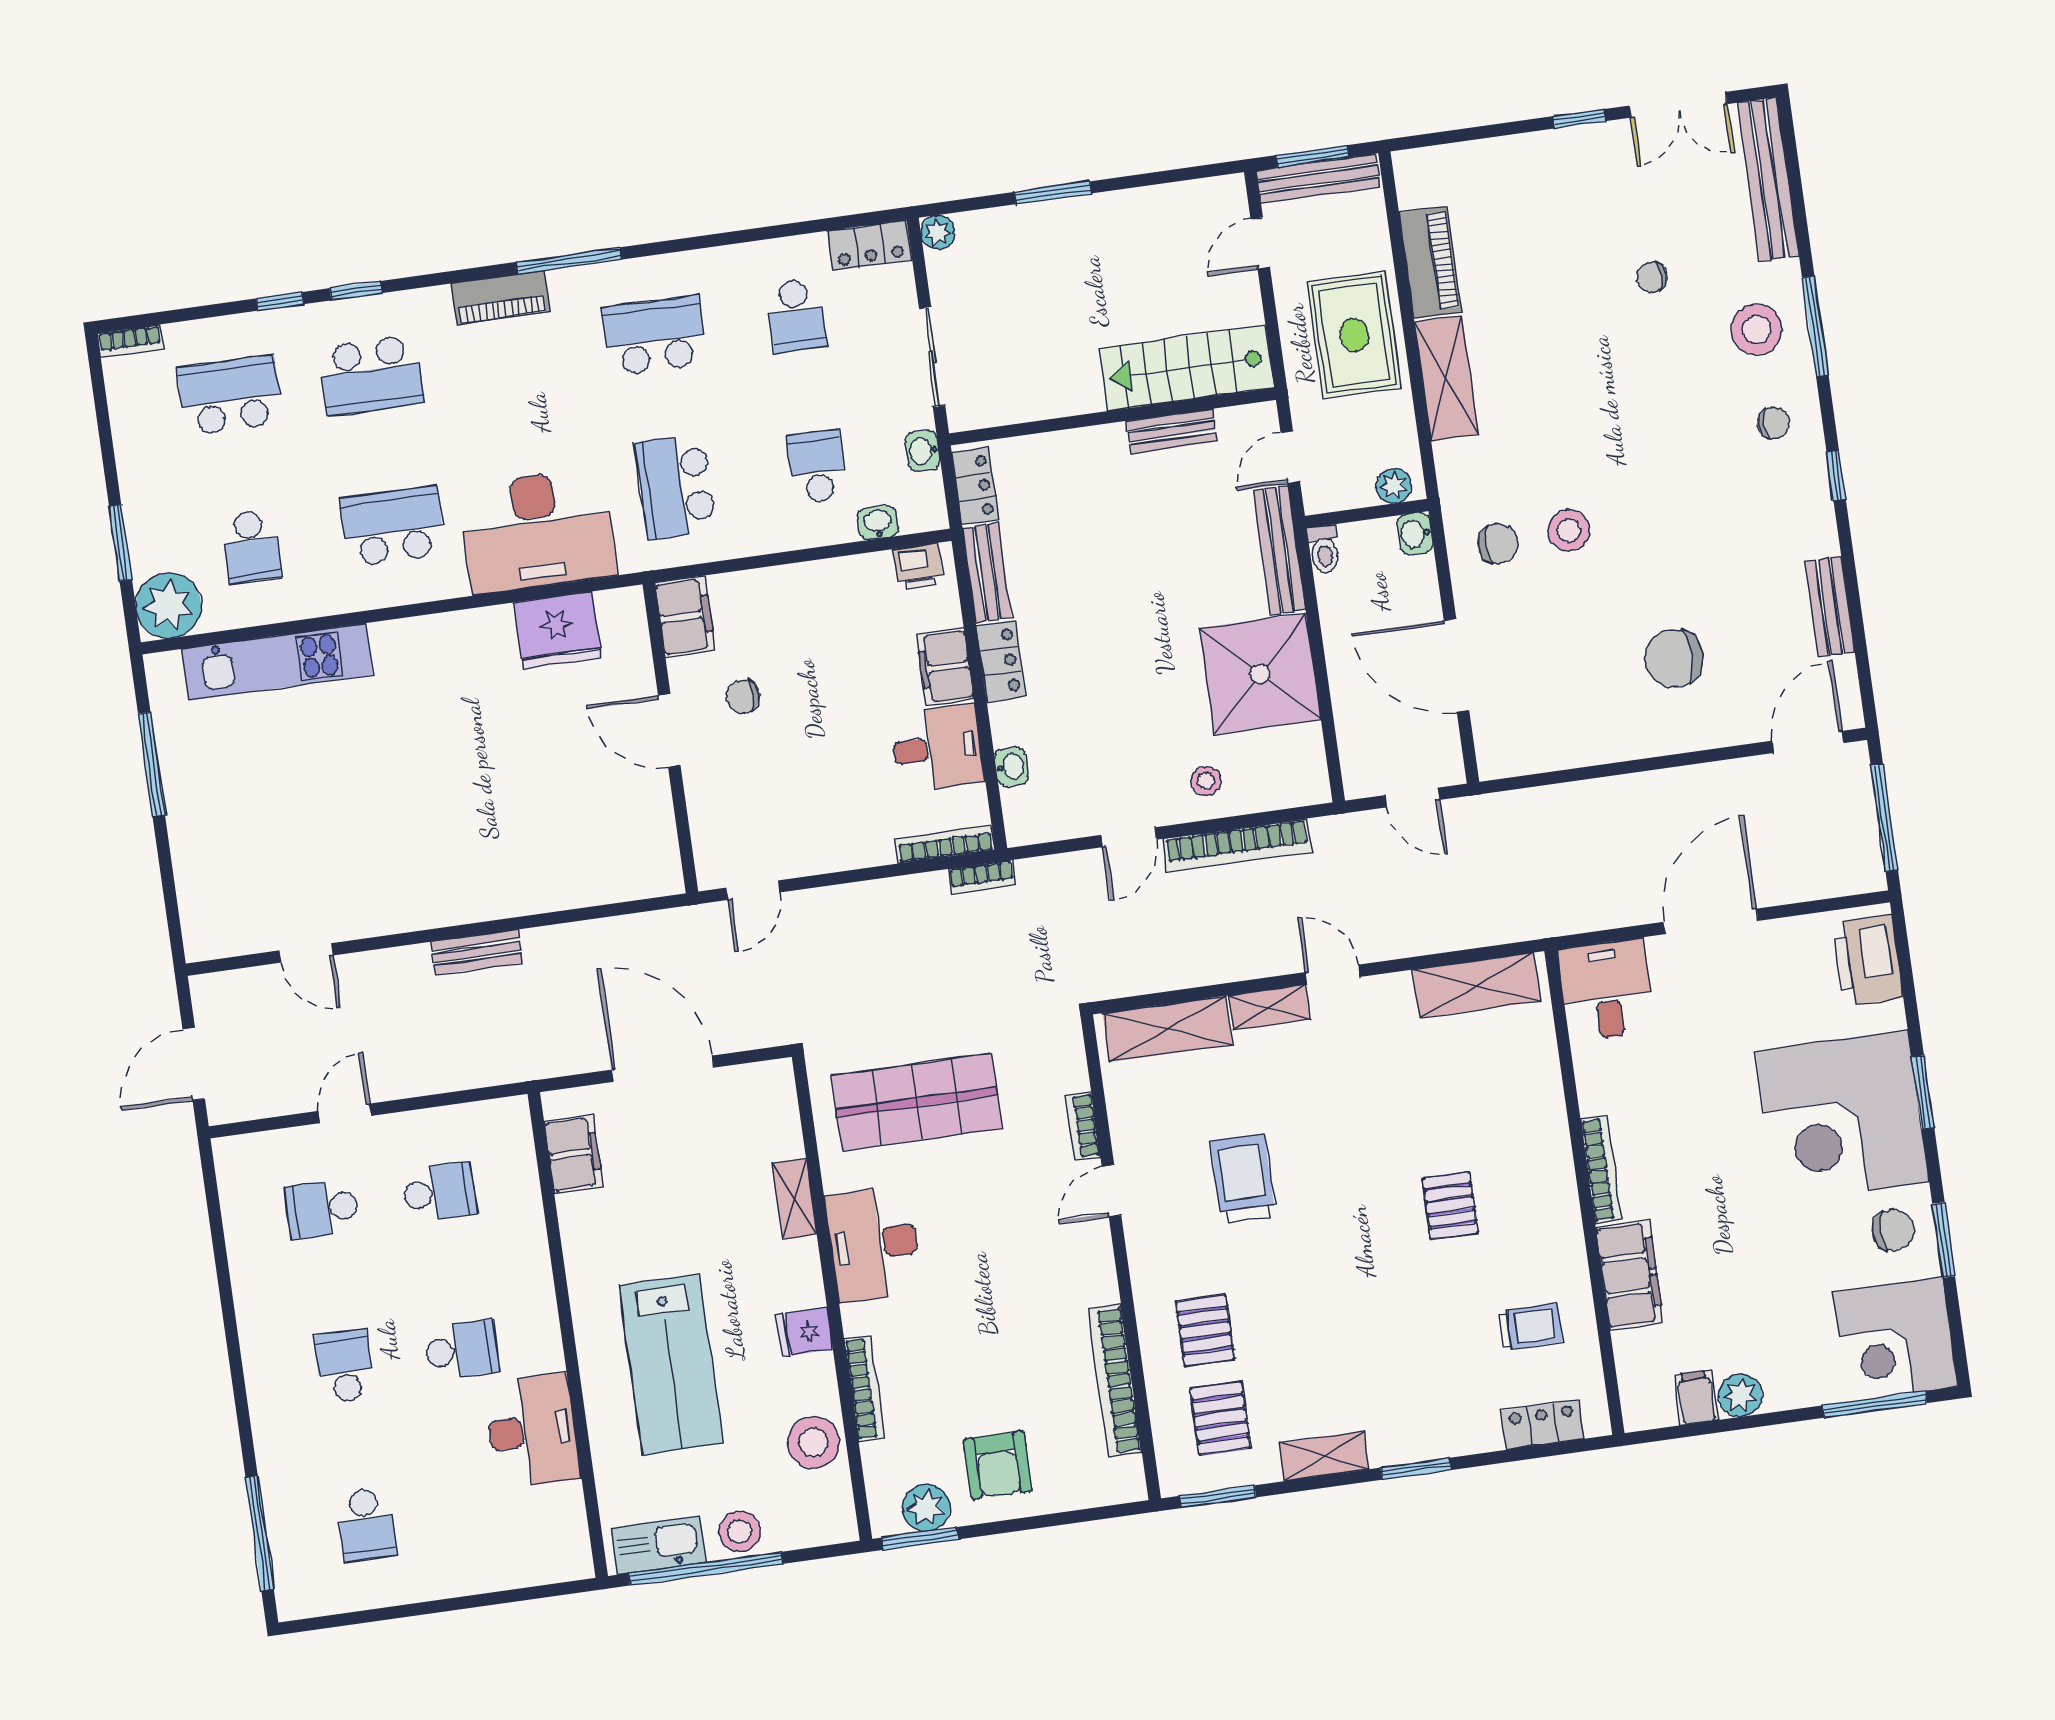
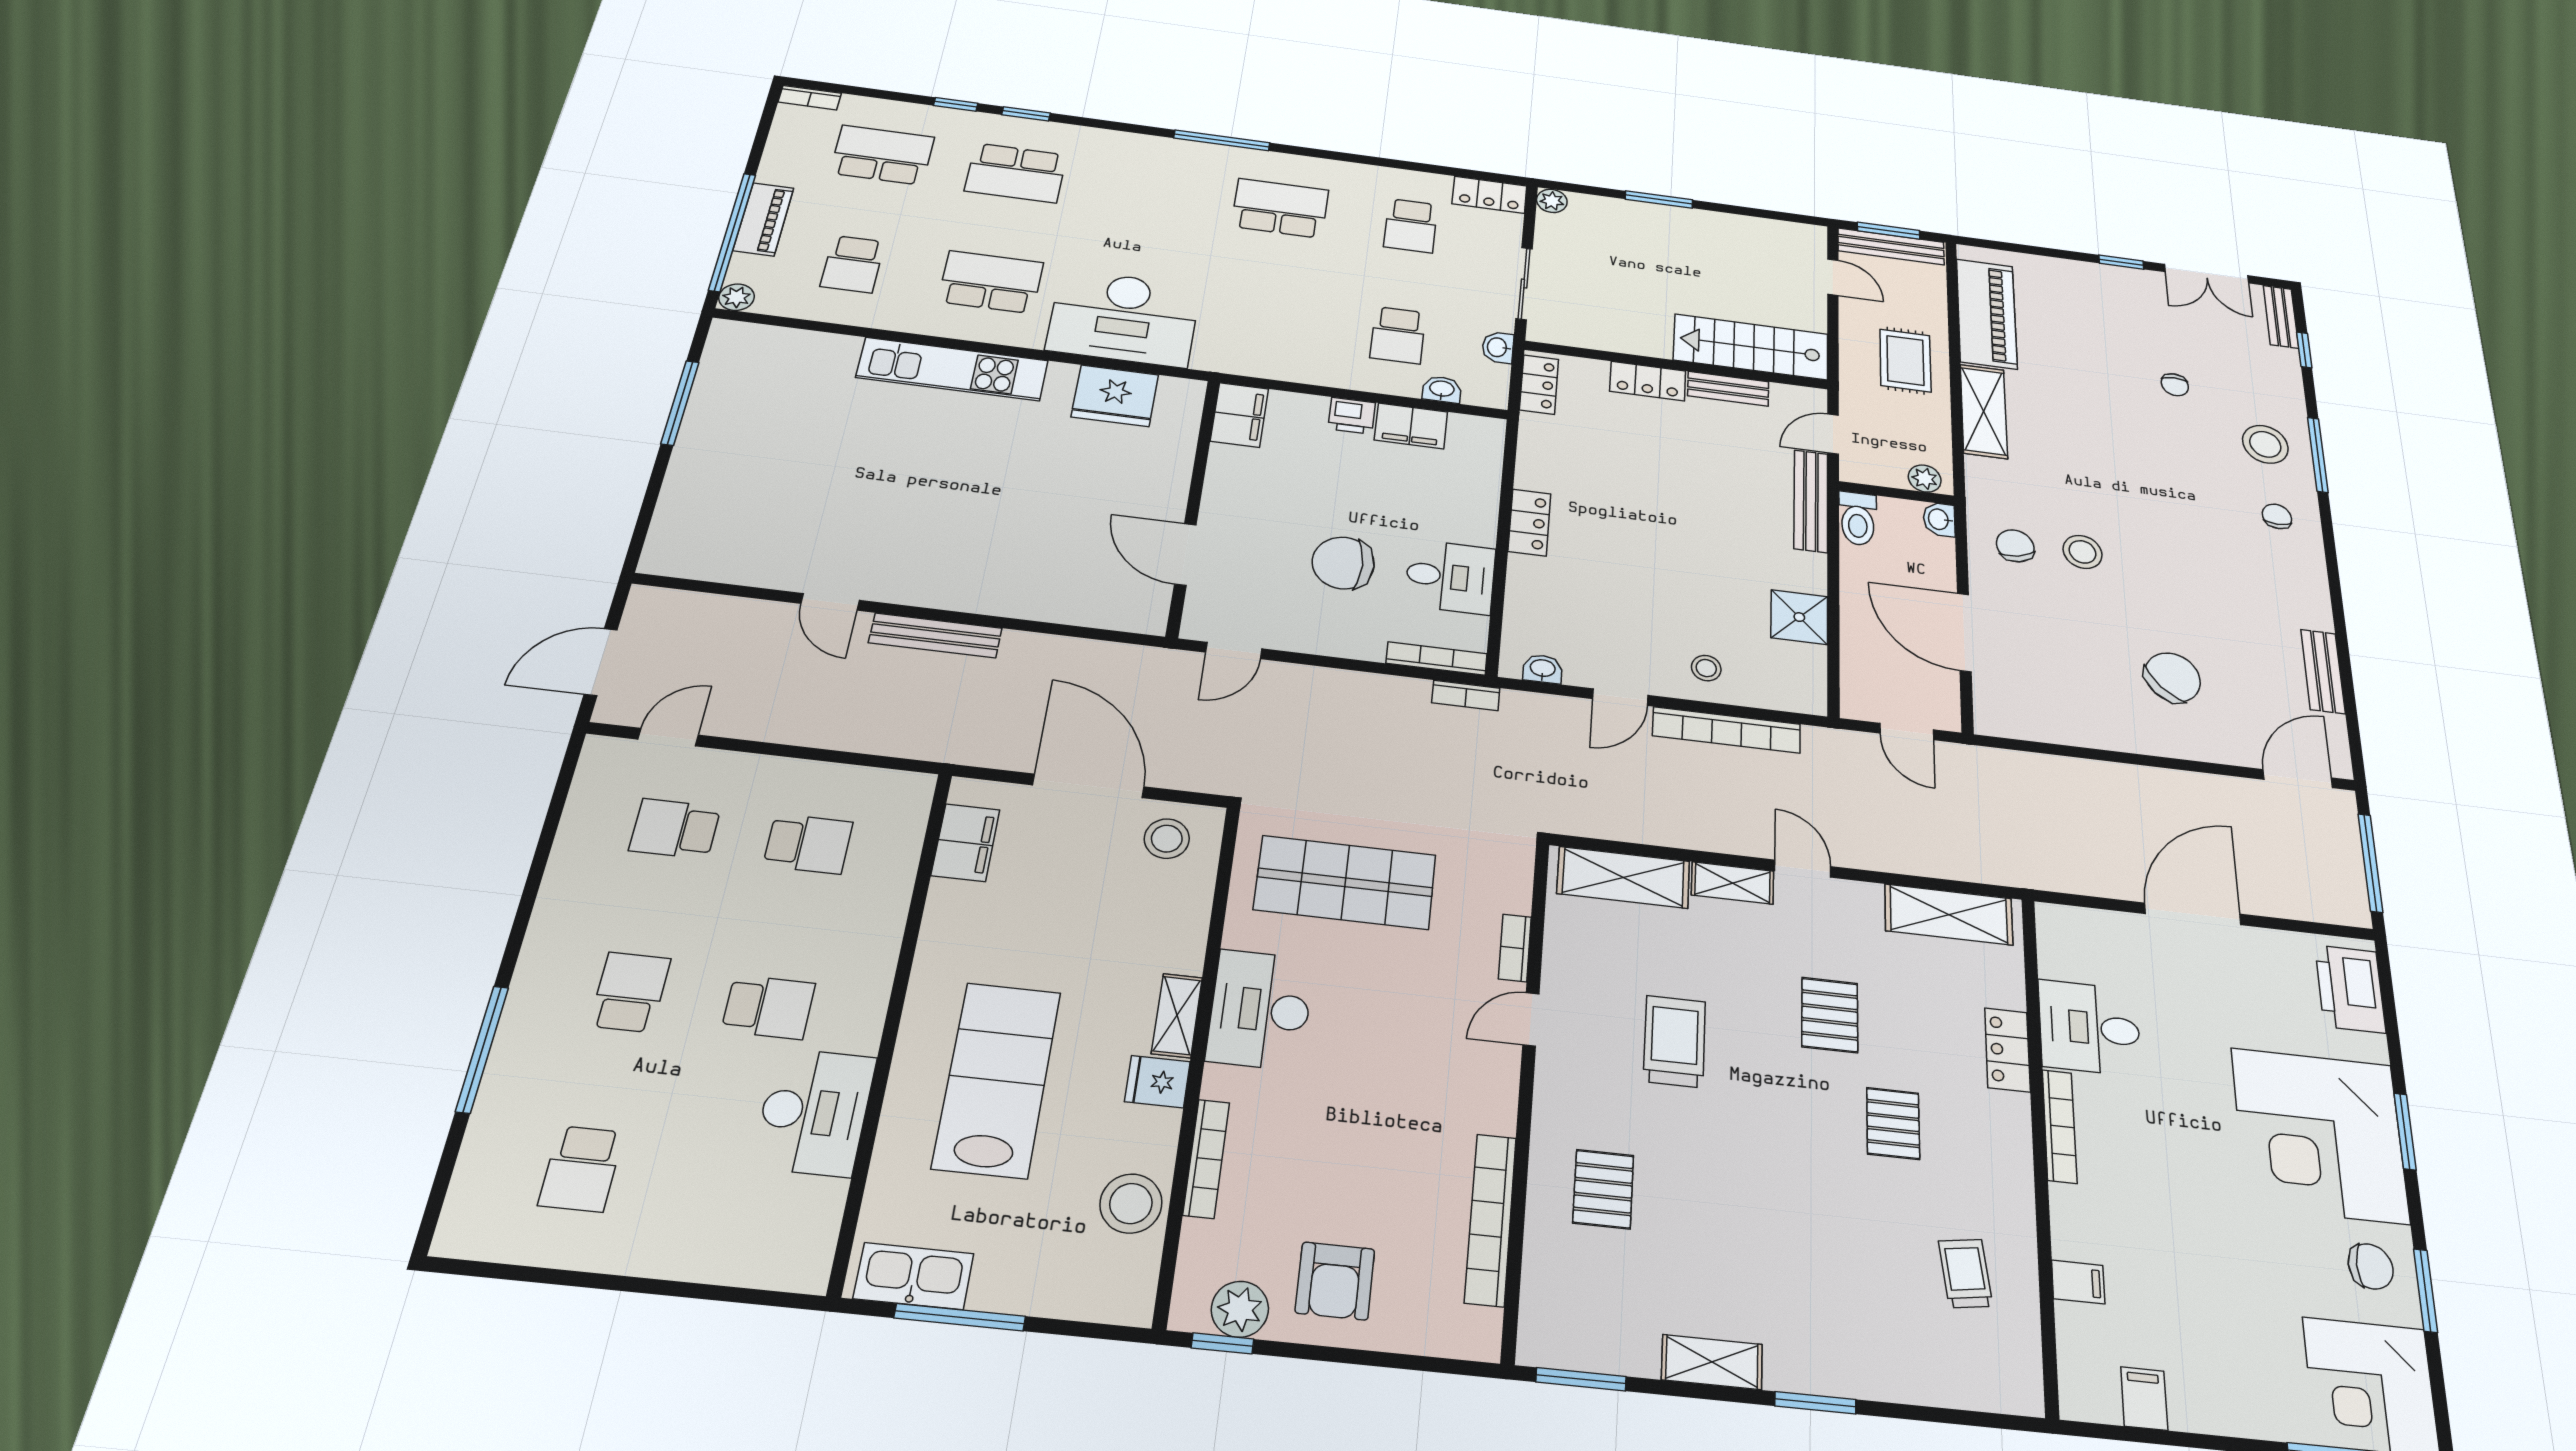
bench: (1768, 179) -> (2281, 317), width x0.54, depth x0.82
door: (1260, 243) -> (1833, 277), swing flipped
piano: (1430, 262) -> (1987, 314), width x1.37, depth x1.33
chair: (1652, 277) -> (2175, 385), turned -90
piano: (501, 298) -> (763, 219), moved, turned -90
rug: (1354, 335) -> (1905, 360), width x0.73, depth x0.70
chair: (1773, 423) -> (2277, 516), turned -90
locker: (1086, 447) -> (1648, 381), added
school desk: (817, 467) -> (1398, 335), turned 180
window: (1836, 476) -> (2304, 350), moved
school desk: (676, 487) -> (1263, 318), removed
window: (120, 543) -> (732, 232), width x2.11
chair: (1498, 544) -> (2015, 546), turned -102
toilet: (1324, 550) -> (1858, 519), width x1.37, depth x1.39
printer: (918, 566) -> (1352, 416), moved
bench: (987, 573) -> (1534, 451), removed
plant: (168, 605) -> (736, 297), width x0.53, depth x0.53
chair: (1674, 658) -> (2173, 677), turned 134
kitchen unit: (277, 662) -> (952, 369), moved
filing cabinet: (945, 667) -> (1411, 426), moved, turned -90
shower: (1260, 674) -> (1799, 617), width x0.54, depth x0.54
chair: (743, 697) -> (1343, 563), moved, width x1.87, depth x1.87
door: (669, 730) -> (1185, 554), moved
washbasin: (1011, 767) -> (1543, 669), moved, turned -90
bench: (477, 952) -> (935, 635), width x1.36
door: (306, 953) -> (830, 602), moved
desk: (1606, 990) -> (2089, 1028), moved, turned -90
door: (345, 1113) -> (668, 737), moved
shelving: (794, 1199) -> (1177, 1016), moved
filing cabinet: (1629, 1275) -> (2078, 1282), width x0.33, depth x0.86
trolley: (1531, 1327) -> (1966, 1273), turned -98
lab bench: (671, 1364) -> (997, 1079), turned 180
plant: (1740, 1395) -> (2194, 1408), removed
pallet: (1220, 1418) -> (1830, 1015), moved
locker: (1543, 1425) -> (2007, 1050), moved, turned -90
stool: (740, 1532) -> (1167, 839), moved
window: (260, 1533) -> (482, 1049), moved
window: (920, 1538) -> (1223, 1343), width x0.67
window: (706, 1569) -> (960, 1317), width x0.68

